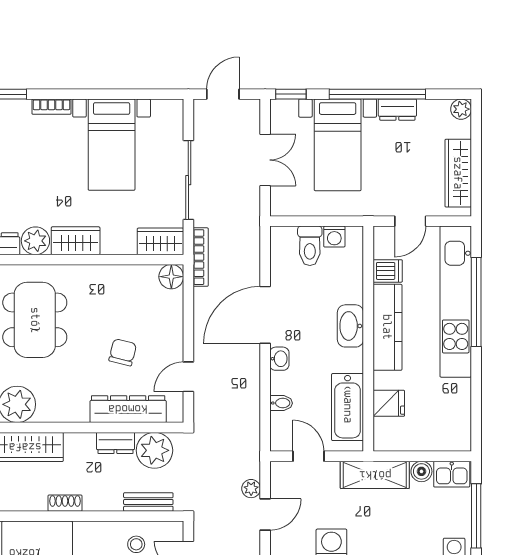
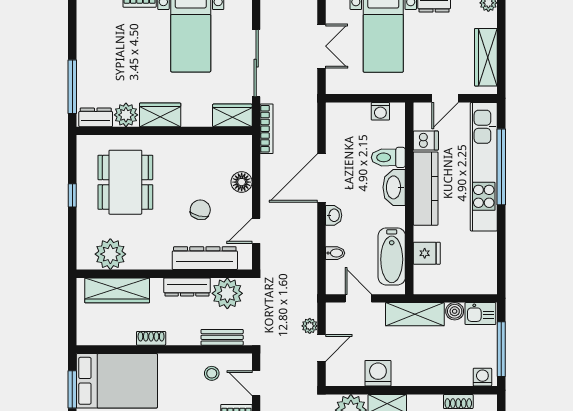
toilet: (310, 246) -> (388, 157), moved, turned 90
floor lamp: (171, 277) -> (242, 182), moved
dresser: (115, 443) -> (187, 287), width x1.44

